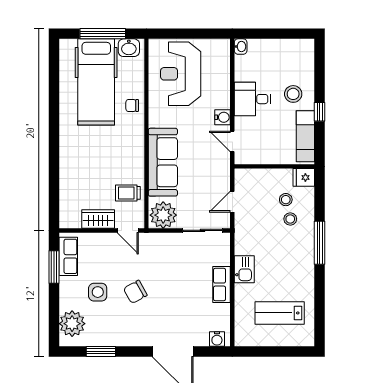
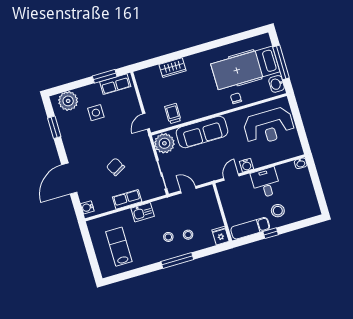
reception desk: (181, 74) -> (269, 126), turned 180
stool: (286, 200) -> (168, 237), moved
wardrobe: (98, 219) -> (172, 68), moved, turned 90
chair: (135, 292) -> (115, 167), moved

